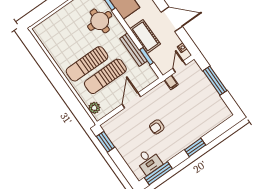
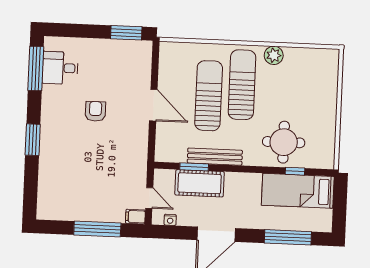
cot: (145, 36) -> (200, 183), moved
filing cabinet: (171, 82) -> (135, 217), moved
plant: (94, 108) -> (274, 55), moved

